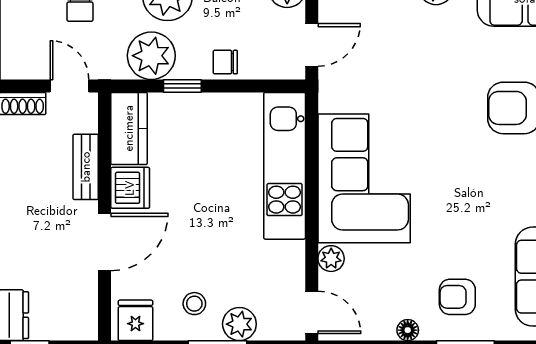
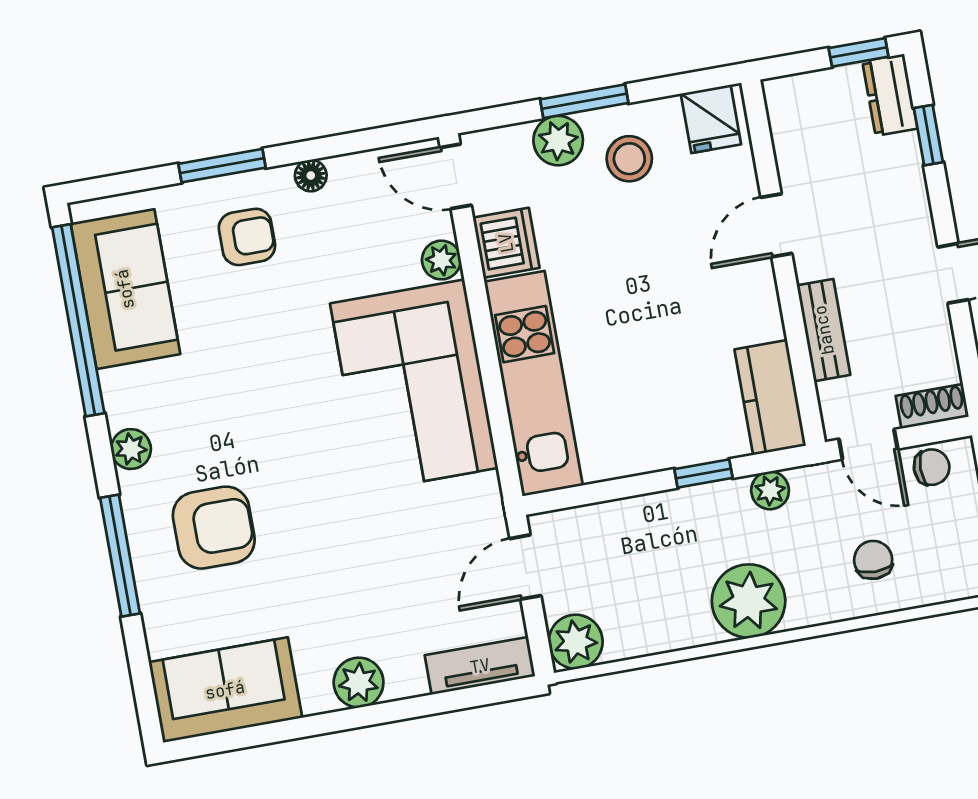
plant: (151, 56) -> (770, 490), width x0.53, depth x0.53
chair: (225, 62) -> (932, 467), moved
dishwasher: (130, 188) -> (506, 243), moved, turned 180
door: (105, 242) -> (776, 225), width x0.73
stool: (194, 304) -> (629, 159), width x1.37, depth x1.37

